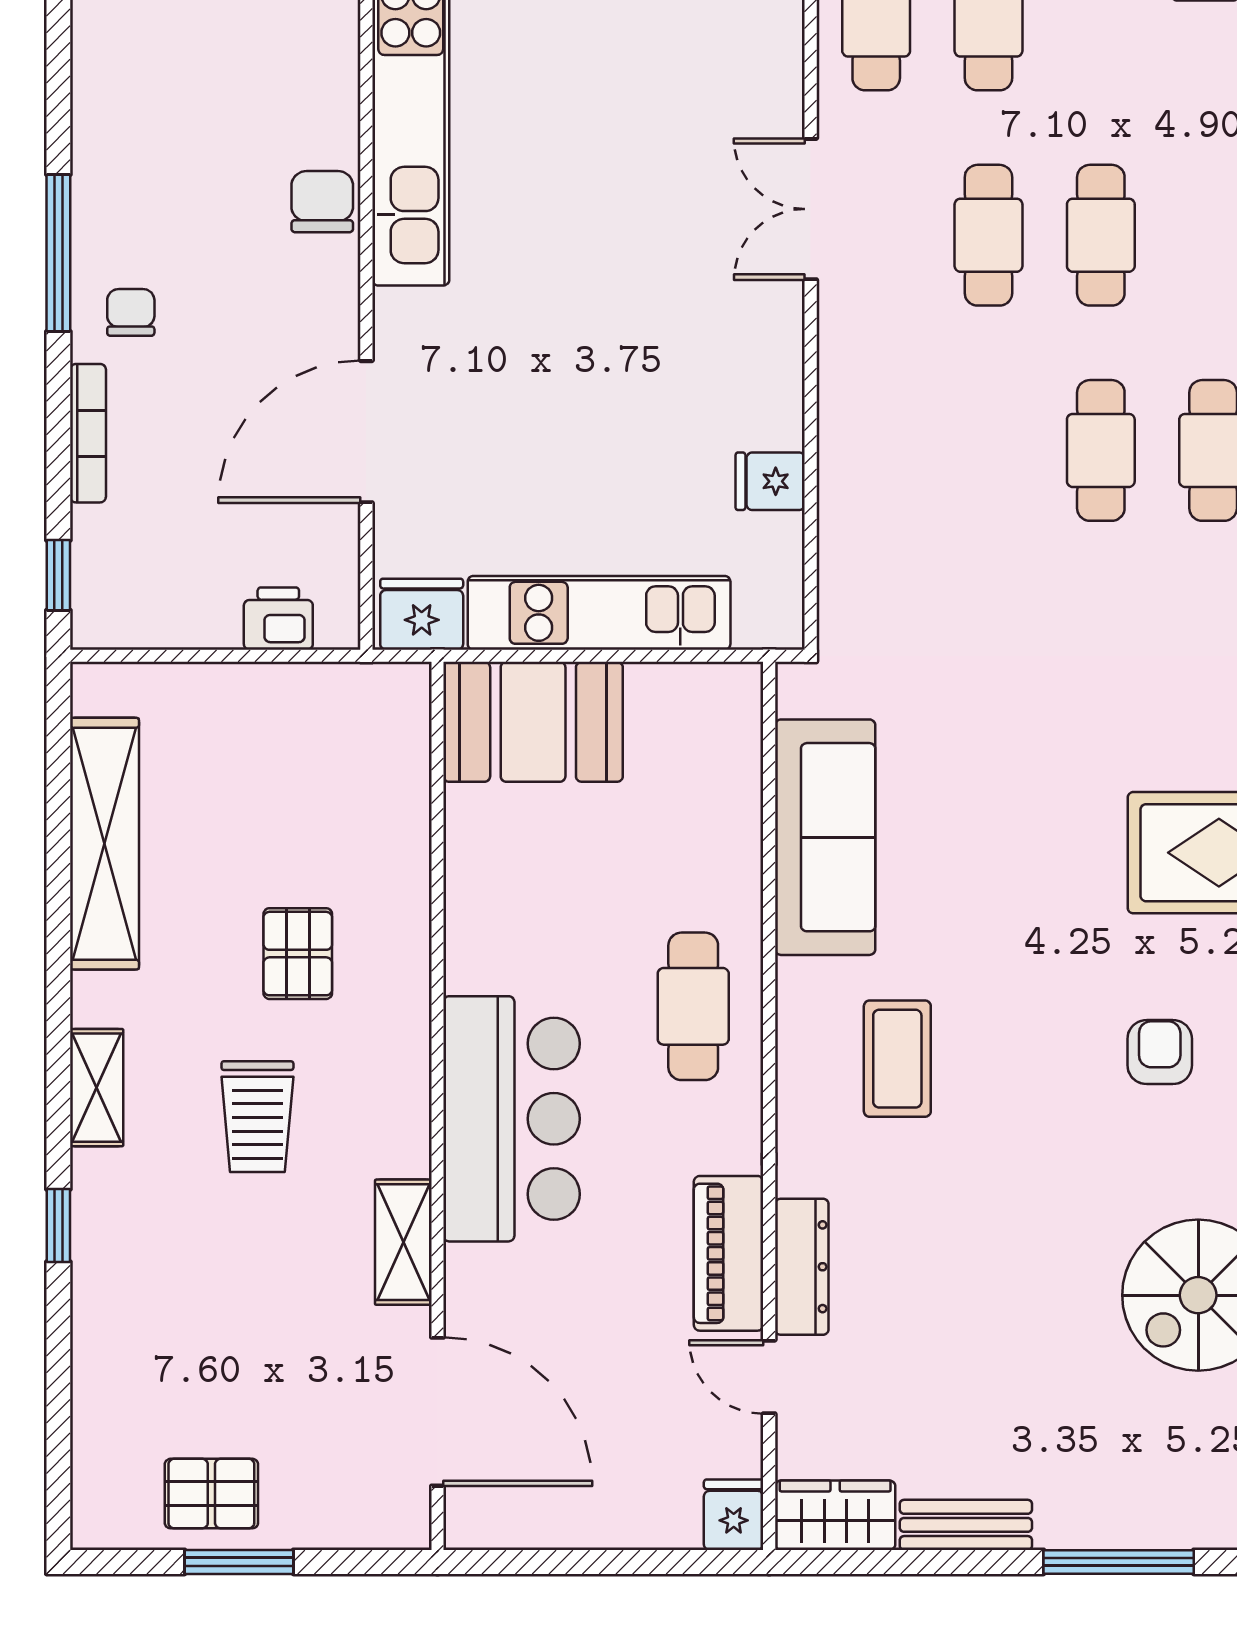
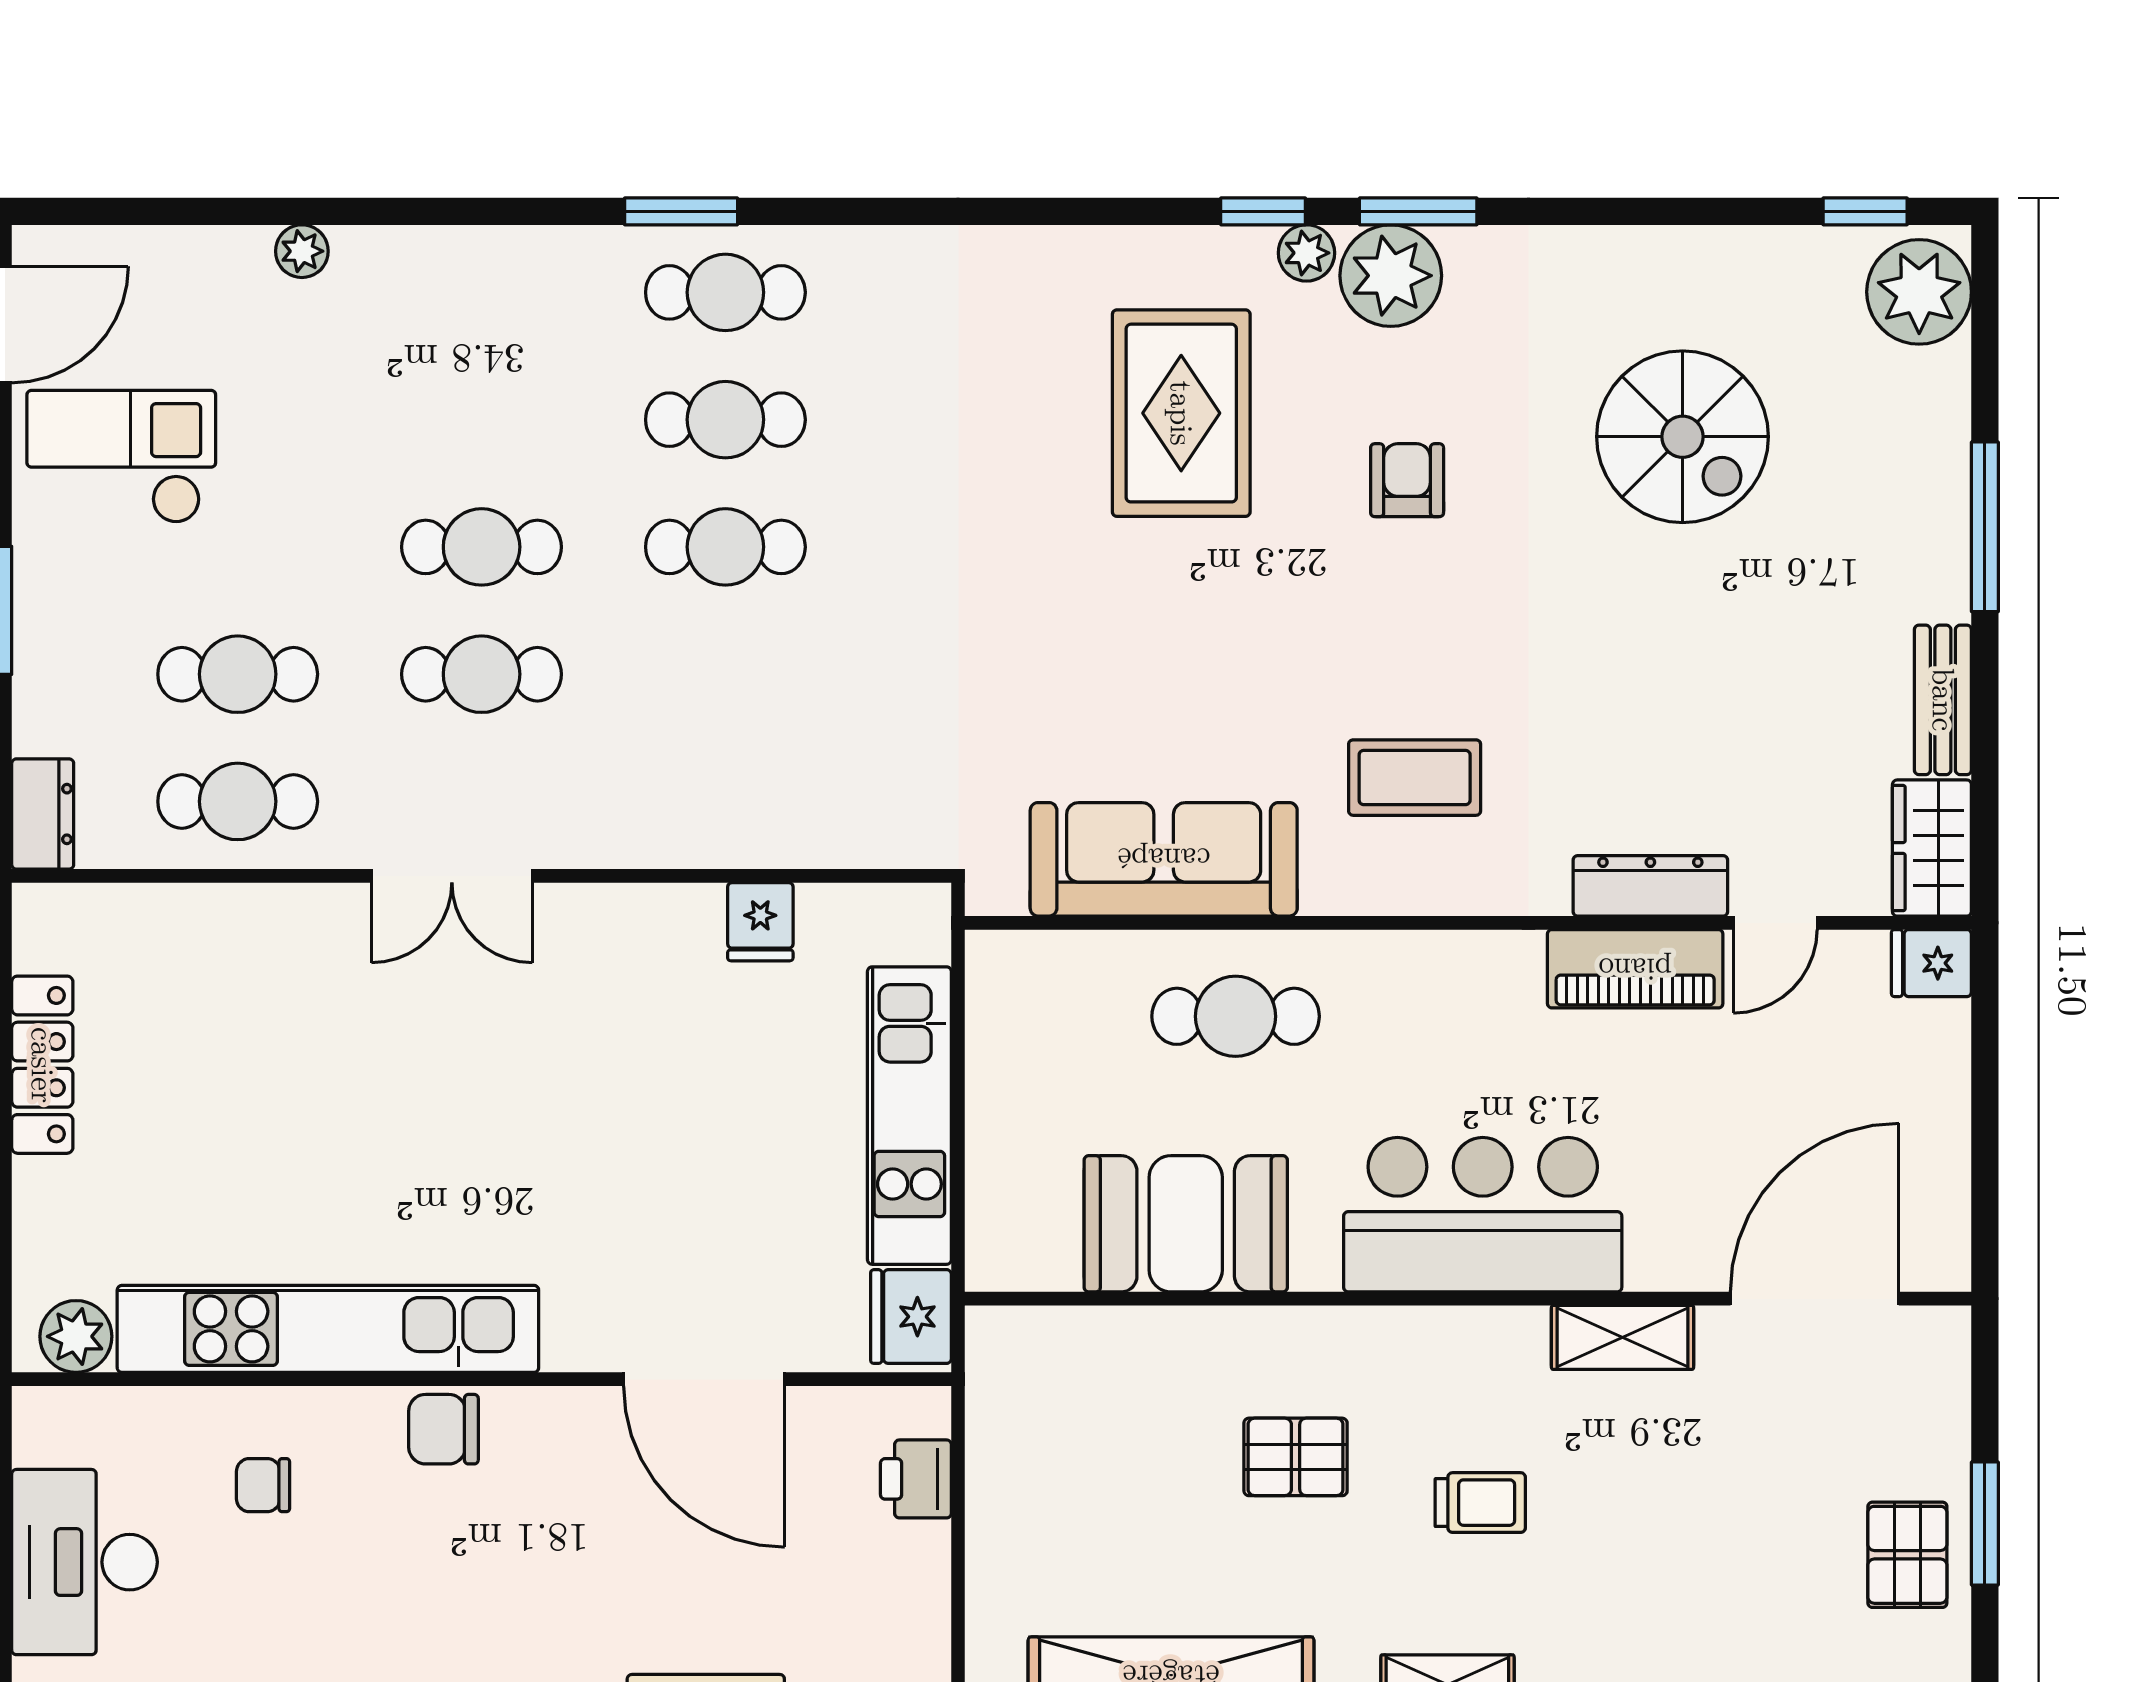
chair: (131, 312) -> (263, 1485), moved
booth: (533, 722) -> (1186, 1224), moved, turned 90
cafe table: (693, 1006) -> (1236, 1016), moved
armchair: (1160, 1052) -> (1407, 480), turned 90
trolley: (257, 1117) -> (1480, 1503), width x0.73, depth x0.72

